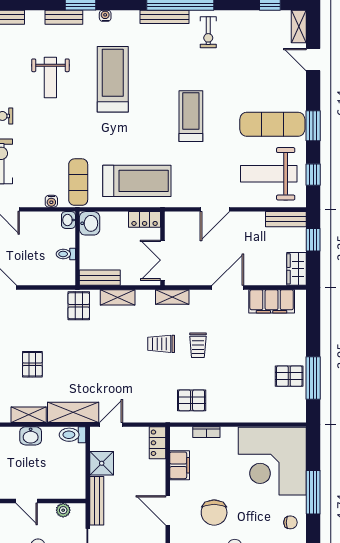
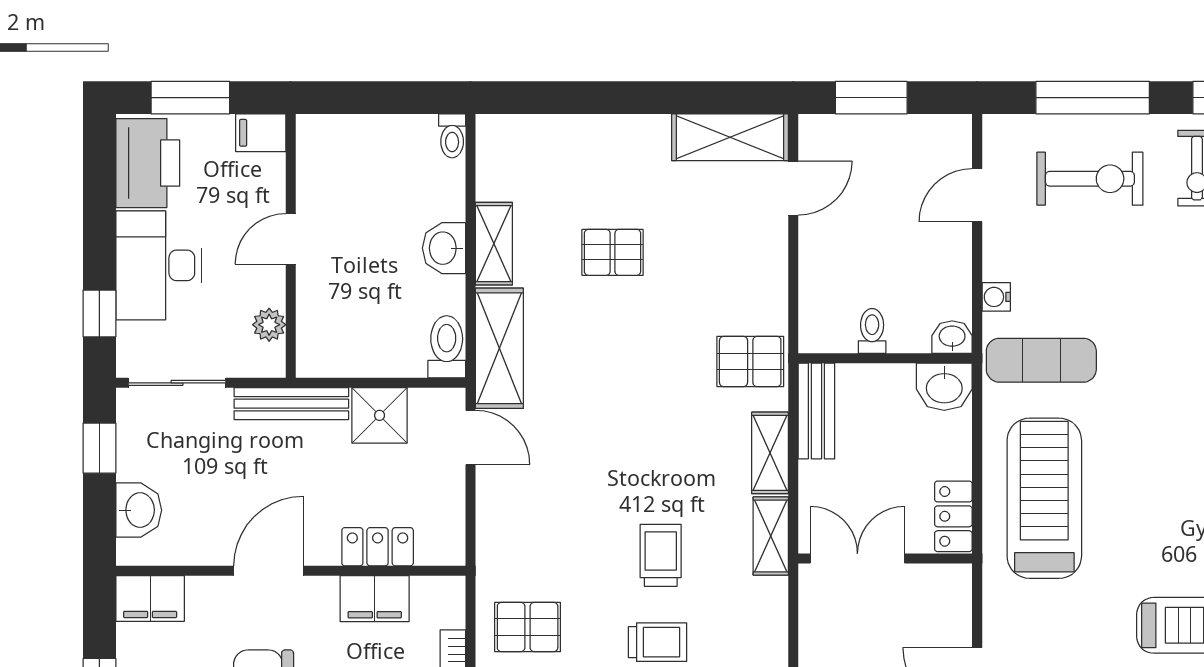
treadmill: (137, 181) -> (1044, 498), turned 180
shelving: (172, 297) -> (771, 536), moved
trolley: (198, 345) -> (657, 642), turned 180
pallet: (192, 400) -> (528, 627), turned 90
locker: (157, 443) -> (378, 547), moved

